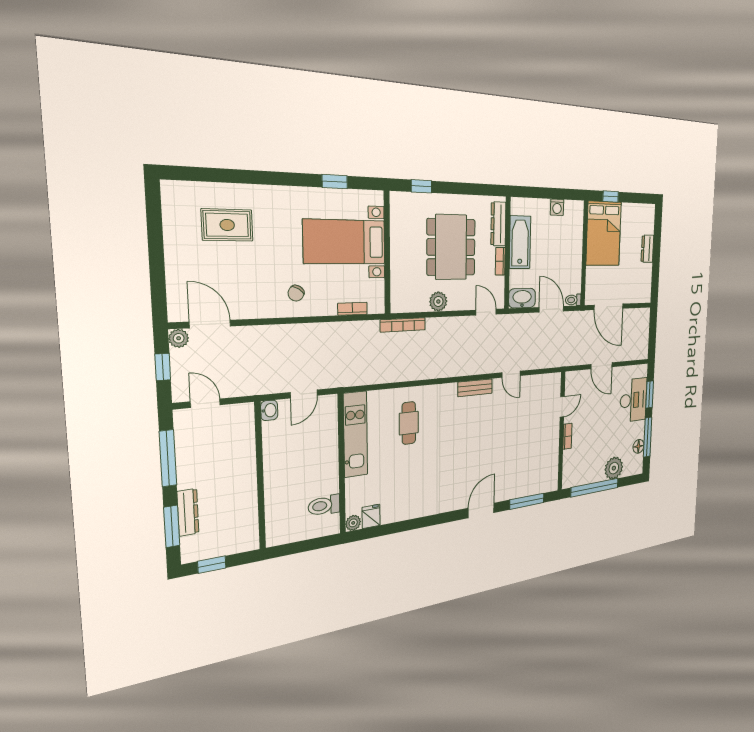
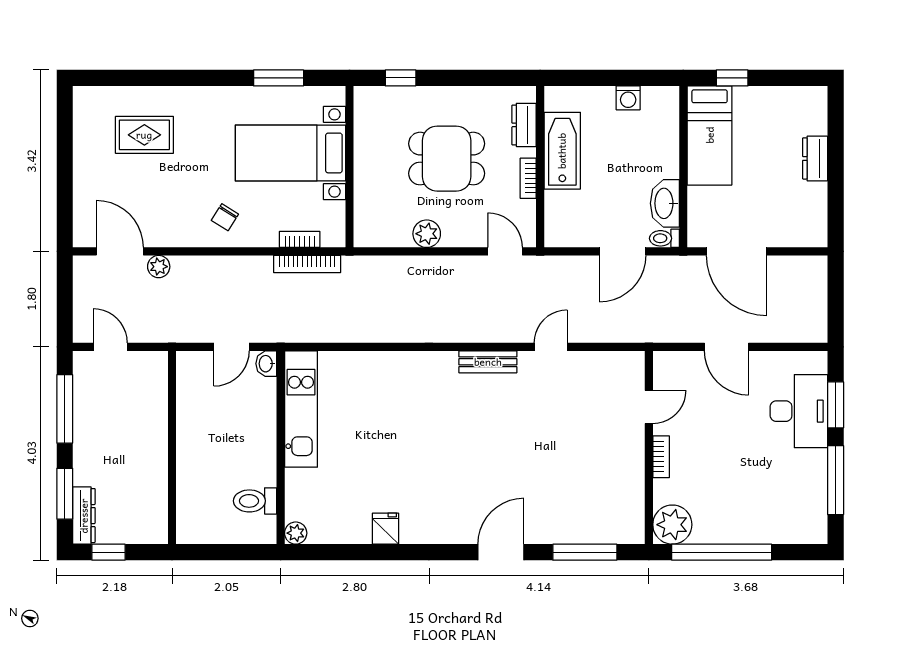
window: (335, 182) -> (279, 78), width x1.50
dresser: (498, 224) -> (524, 125), width x0.70
bed: (604, 234) -> (710, 135), width x0.67
dining table: (451, 247) -> (447, 159), width x0.73
washbasin: (522, 298) -> (665, 203), moved, turned -90
door: (551, 309) -> (623, 251), swing flipped
bookcase: (403, 325) -> (307, 264), moved
plant: (179, 338) -> (159, 267), moved
window: (163, 367) -> (65, 299), removed
door: (511, 374) -> (551, 347), swing flipped
washbasin: (269, 410) -> (266, 364), moved, turned 180
cafe table: (409, 423) -> (380, 403), removed
floor lamp: (638, 446) -> (815, 494), removed
plant: (614, 468) -> (672, 525), moved
dresser: (188, 512) -> (84, 516), moved
fridge: (371, 516) -> (385, 529), moved

